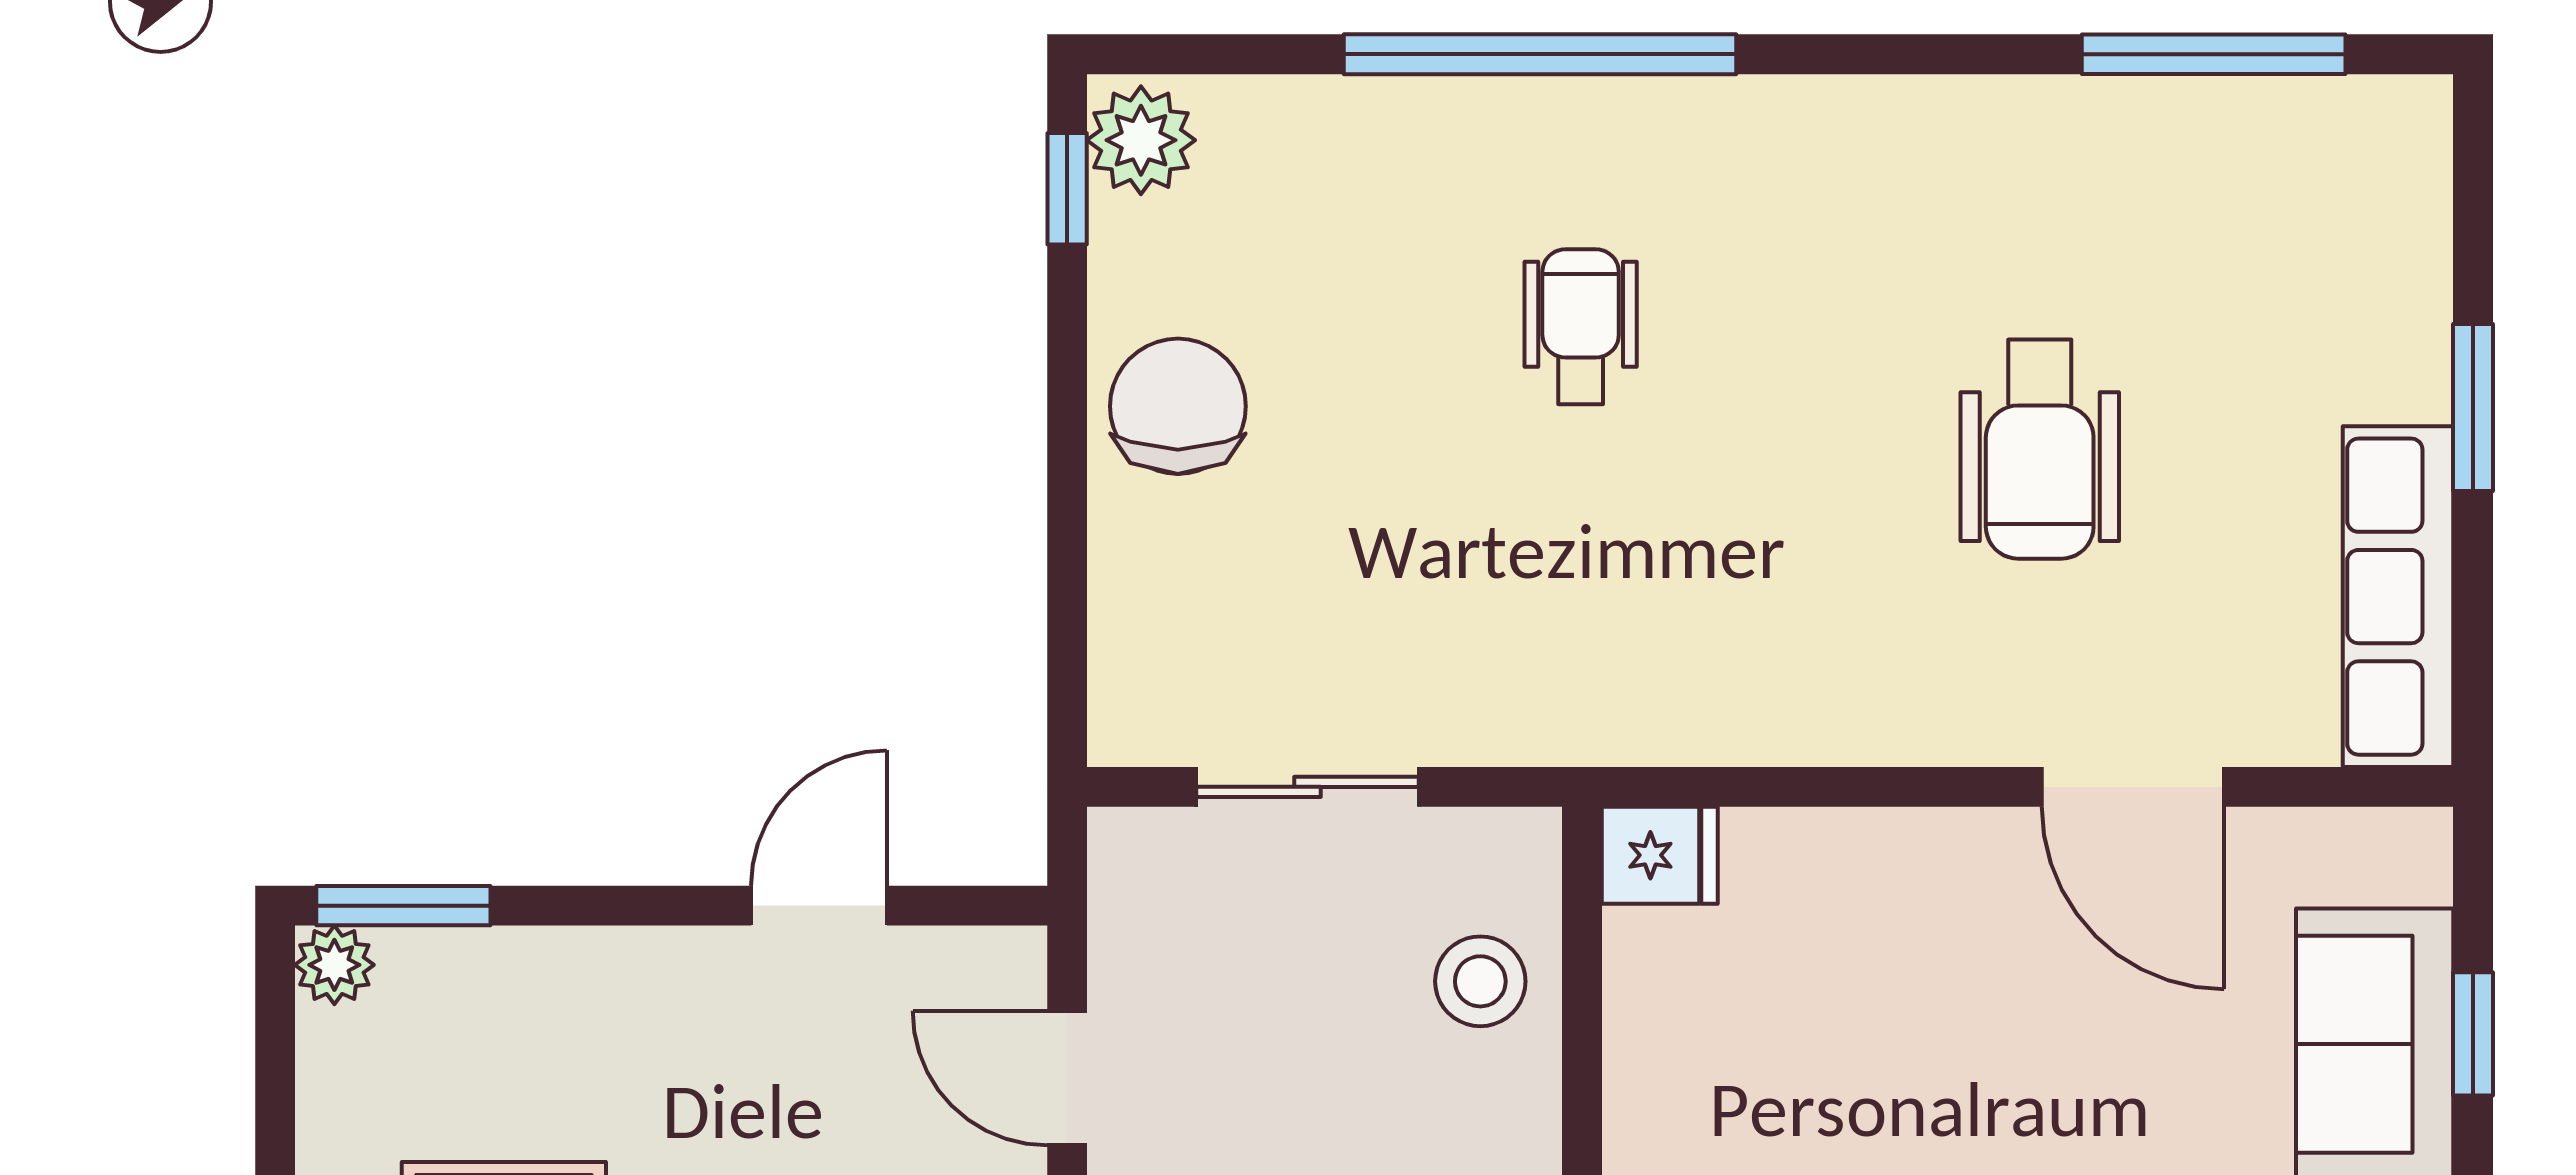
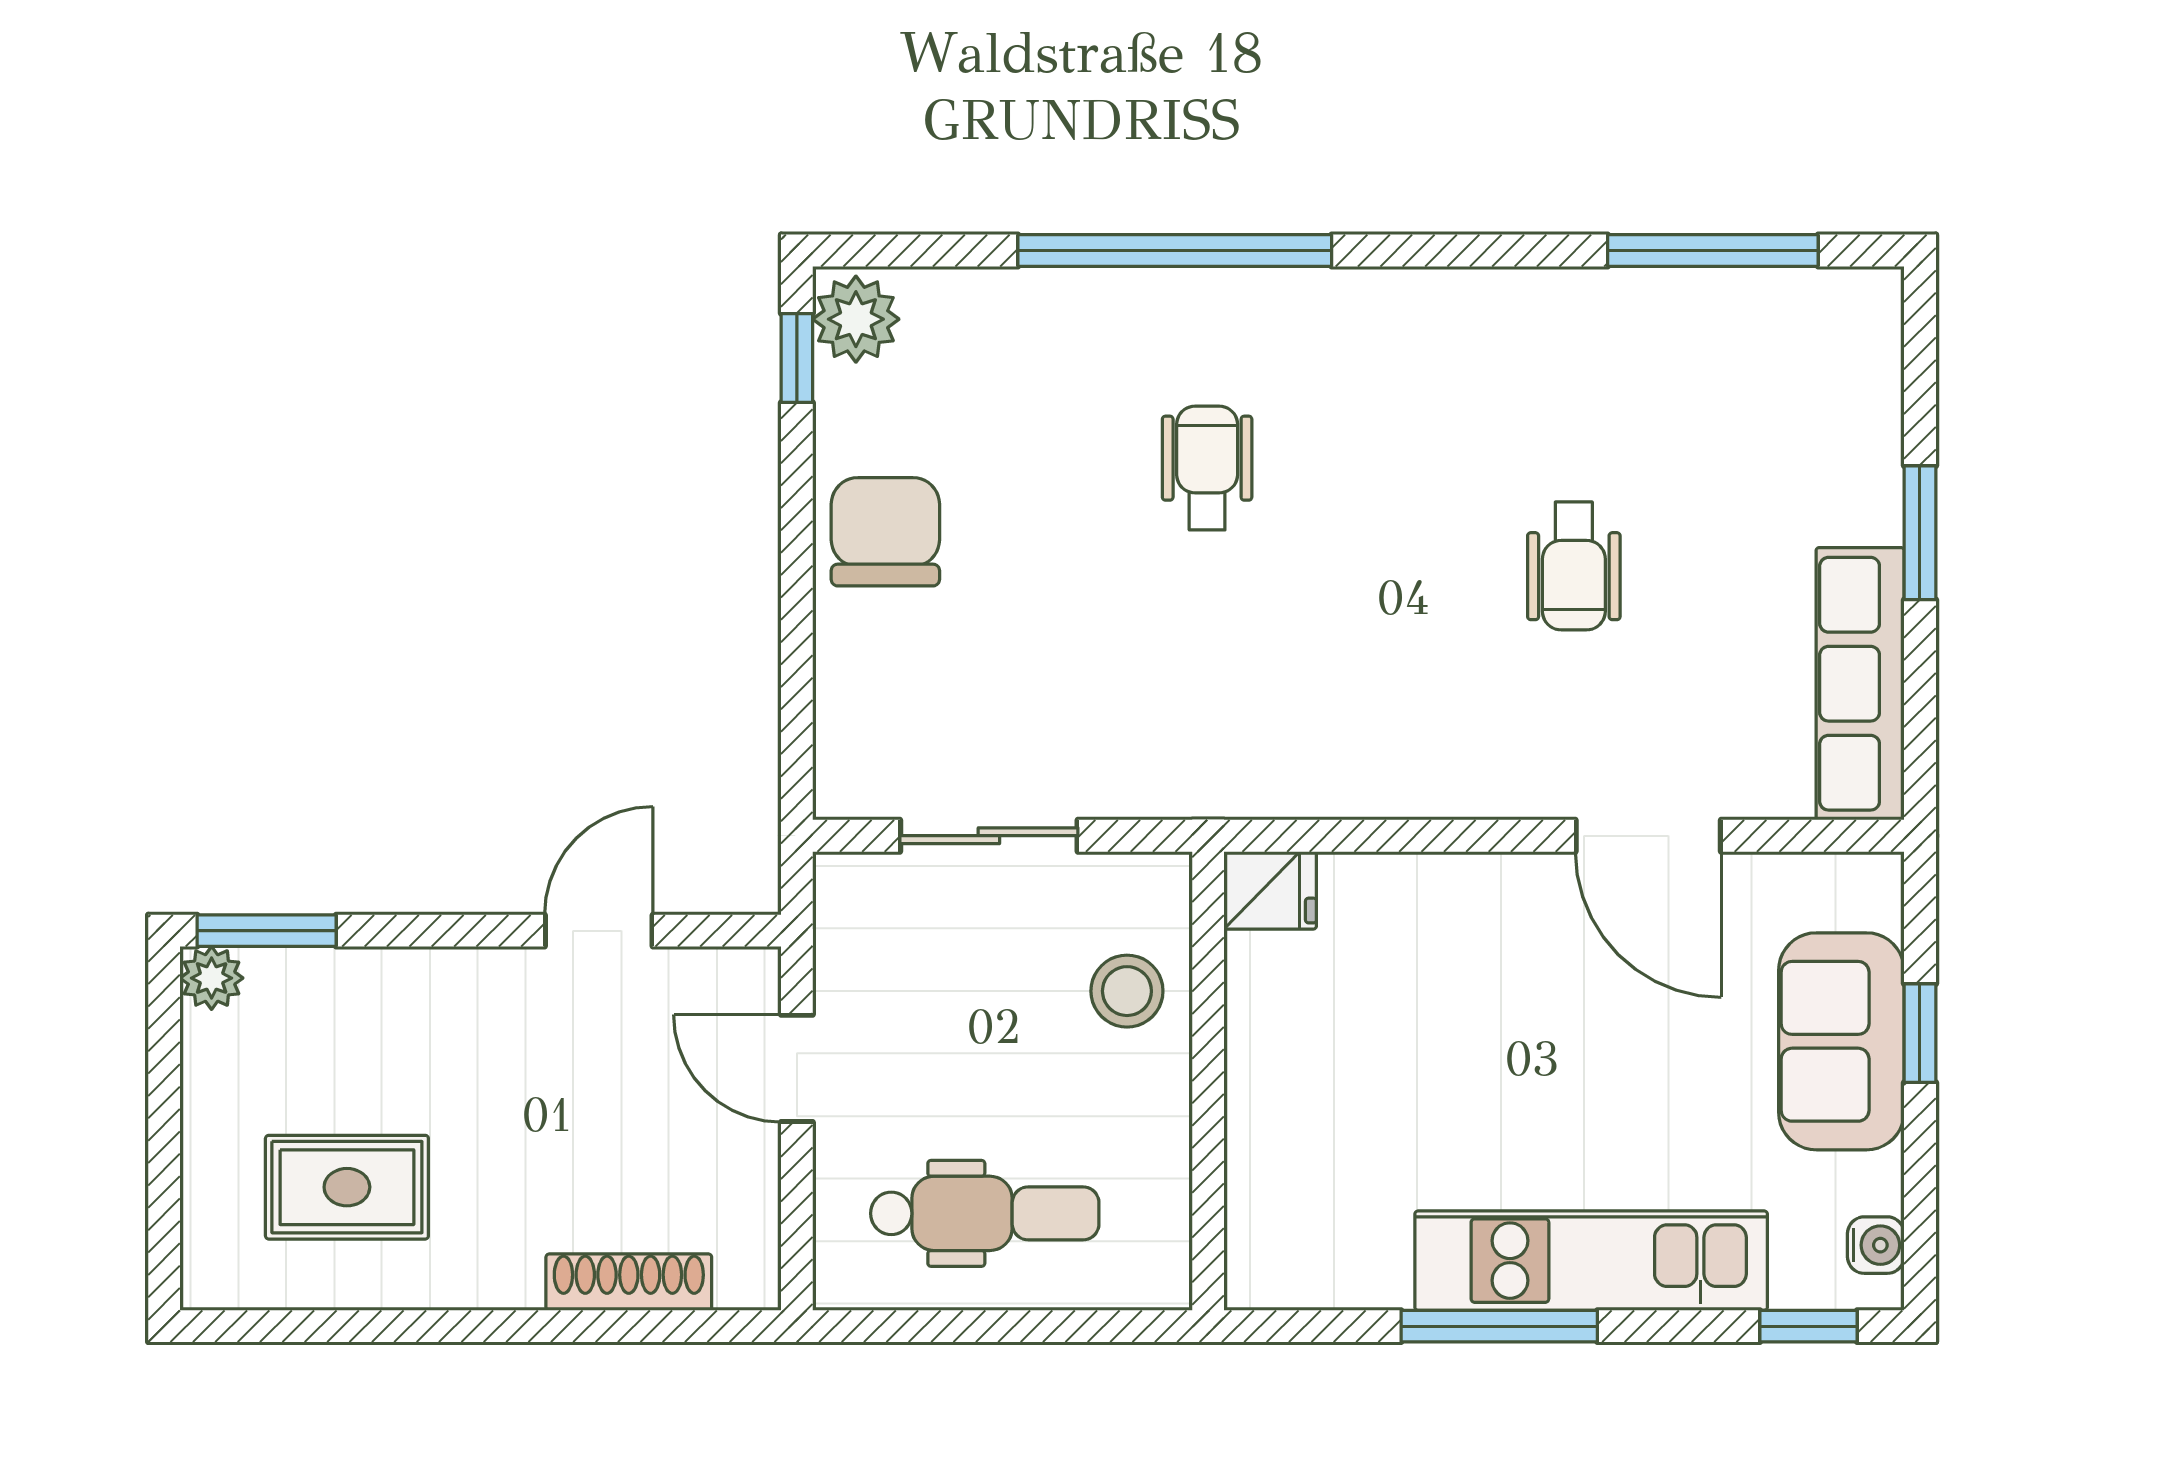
wheelchair: (2040, 449) -> (1574, 566), width x0.73, depth x0.73

